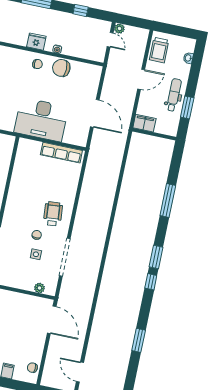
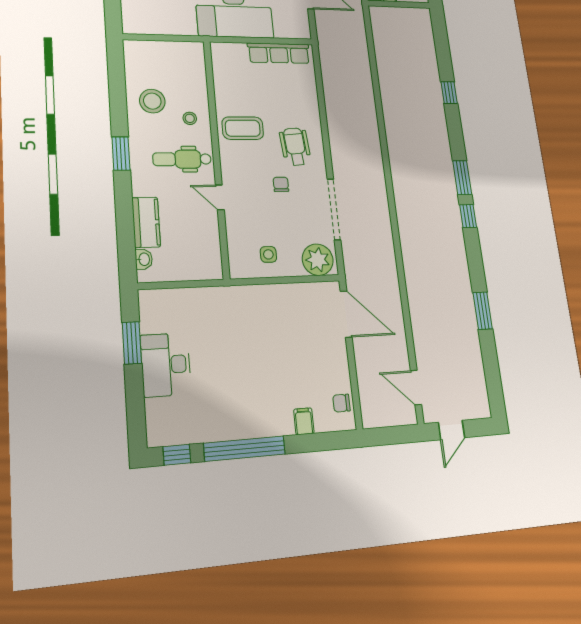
coffee table: (24, 196) -> (243, 128), added
window: (168, 200) -> (449, 93), width x0.46
side table: (36, 254) -> (268, 254), moved
plant: (39, 288) -> (318, 260), width x1.87, depth x1.87

